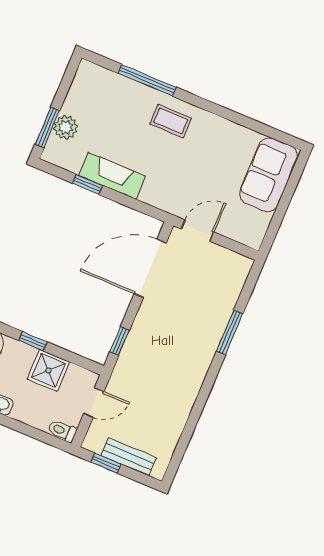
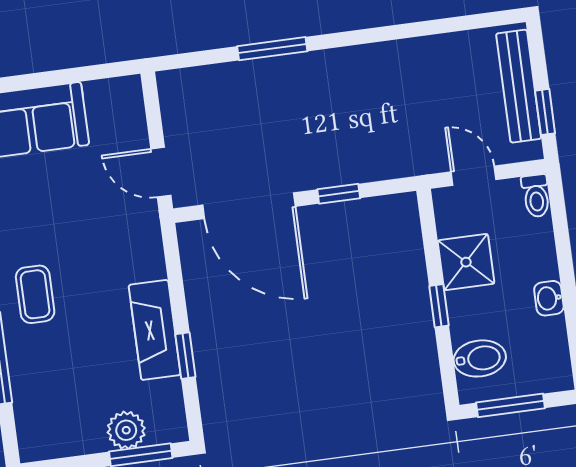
window: (120, 341) -> (339, 194), moved
bench: (129, 457) -> (519, 86), width x1.36

